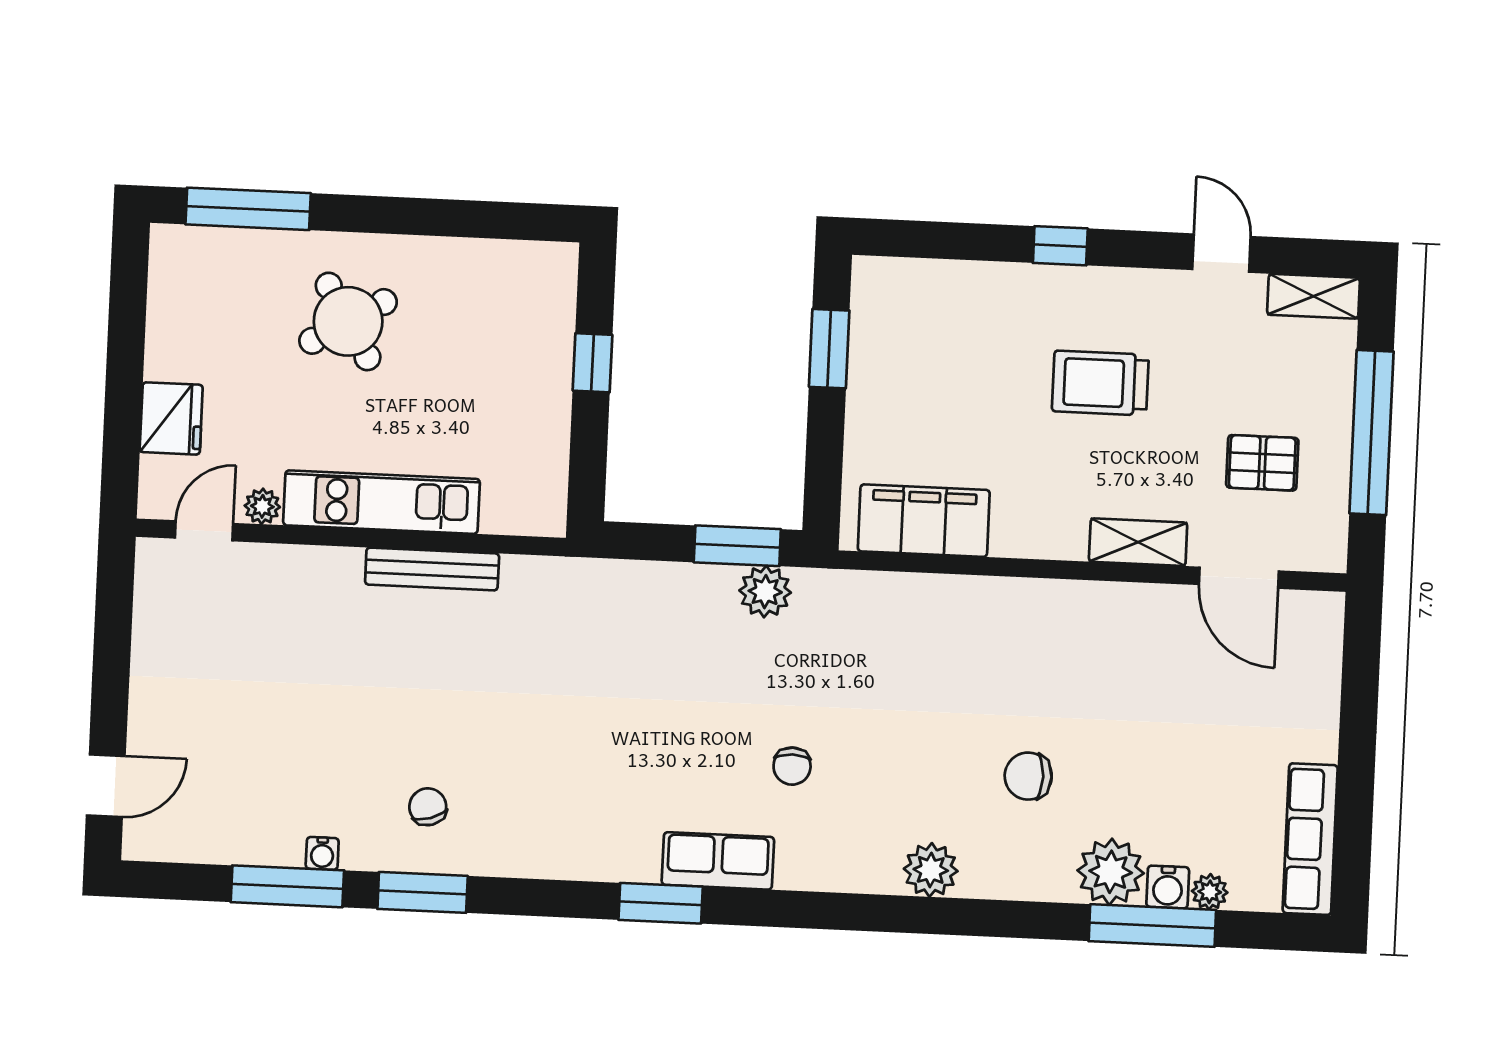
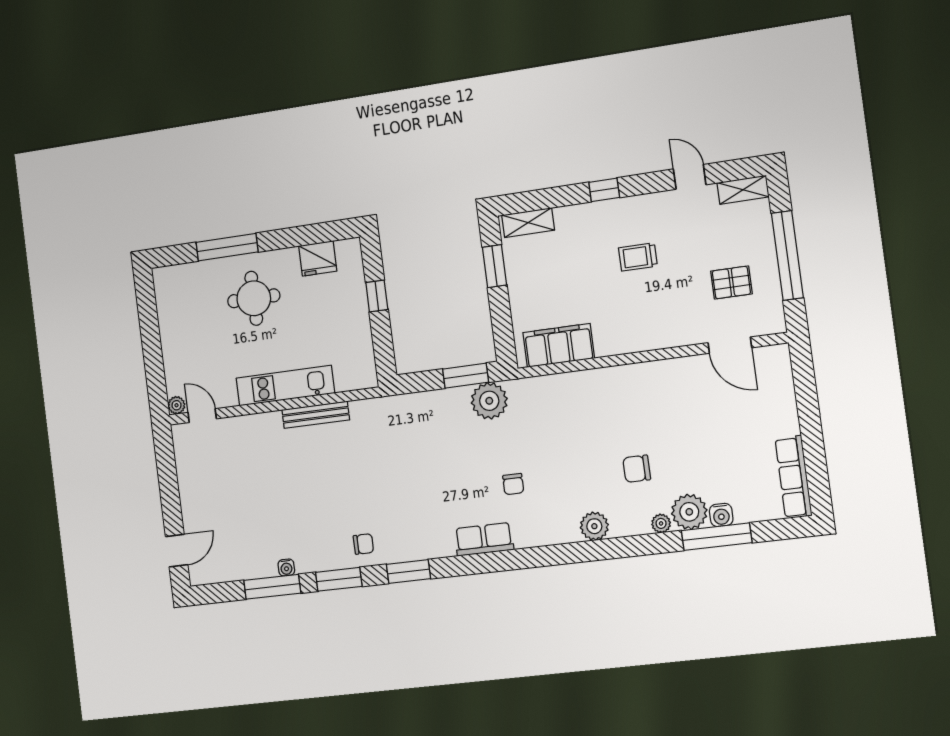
window: (248, 209) -> (227, 247), moved
round table: (348, 321) -> (254, 298), turned 31
trolley: (1100, 383) -> (638, 257), width x0.73, depth x0.72
fridge: (171, 418) -> (318, 258), moved, turned 90
plant: (262, 506) -> (177, 405), moved
door: (204, 531) -> (202, 416), hinge flipped
shelving: (1138, 542) -> (528, 223), moved
plant: (765, 592) -> (489, 401), width x1.36, depth x1.36
chair: (428, 807) -> (363, 544), moved, turned 107
plant: (1210, 892) -> (661, 523), moved
window: (661, 903) -> (408, 571), moved

